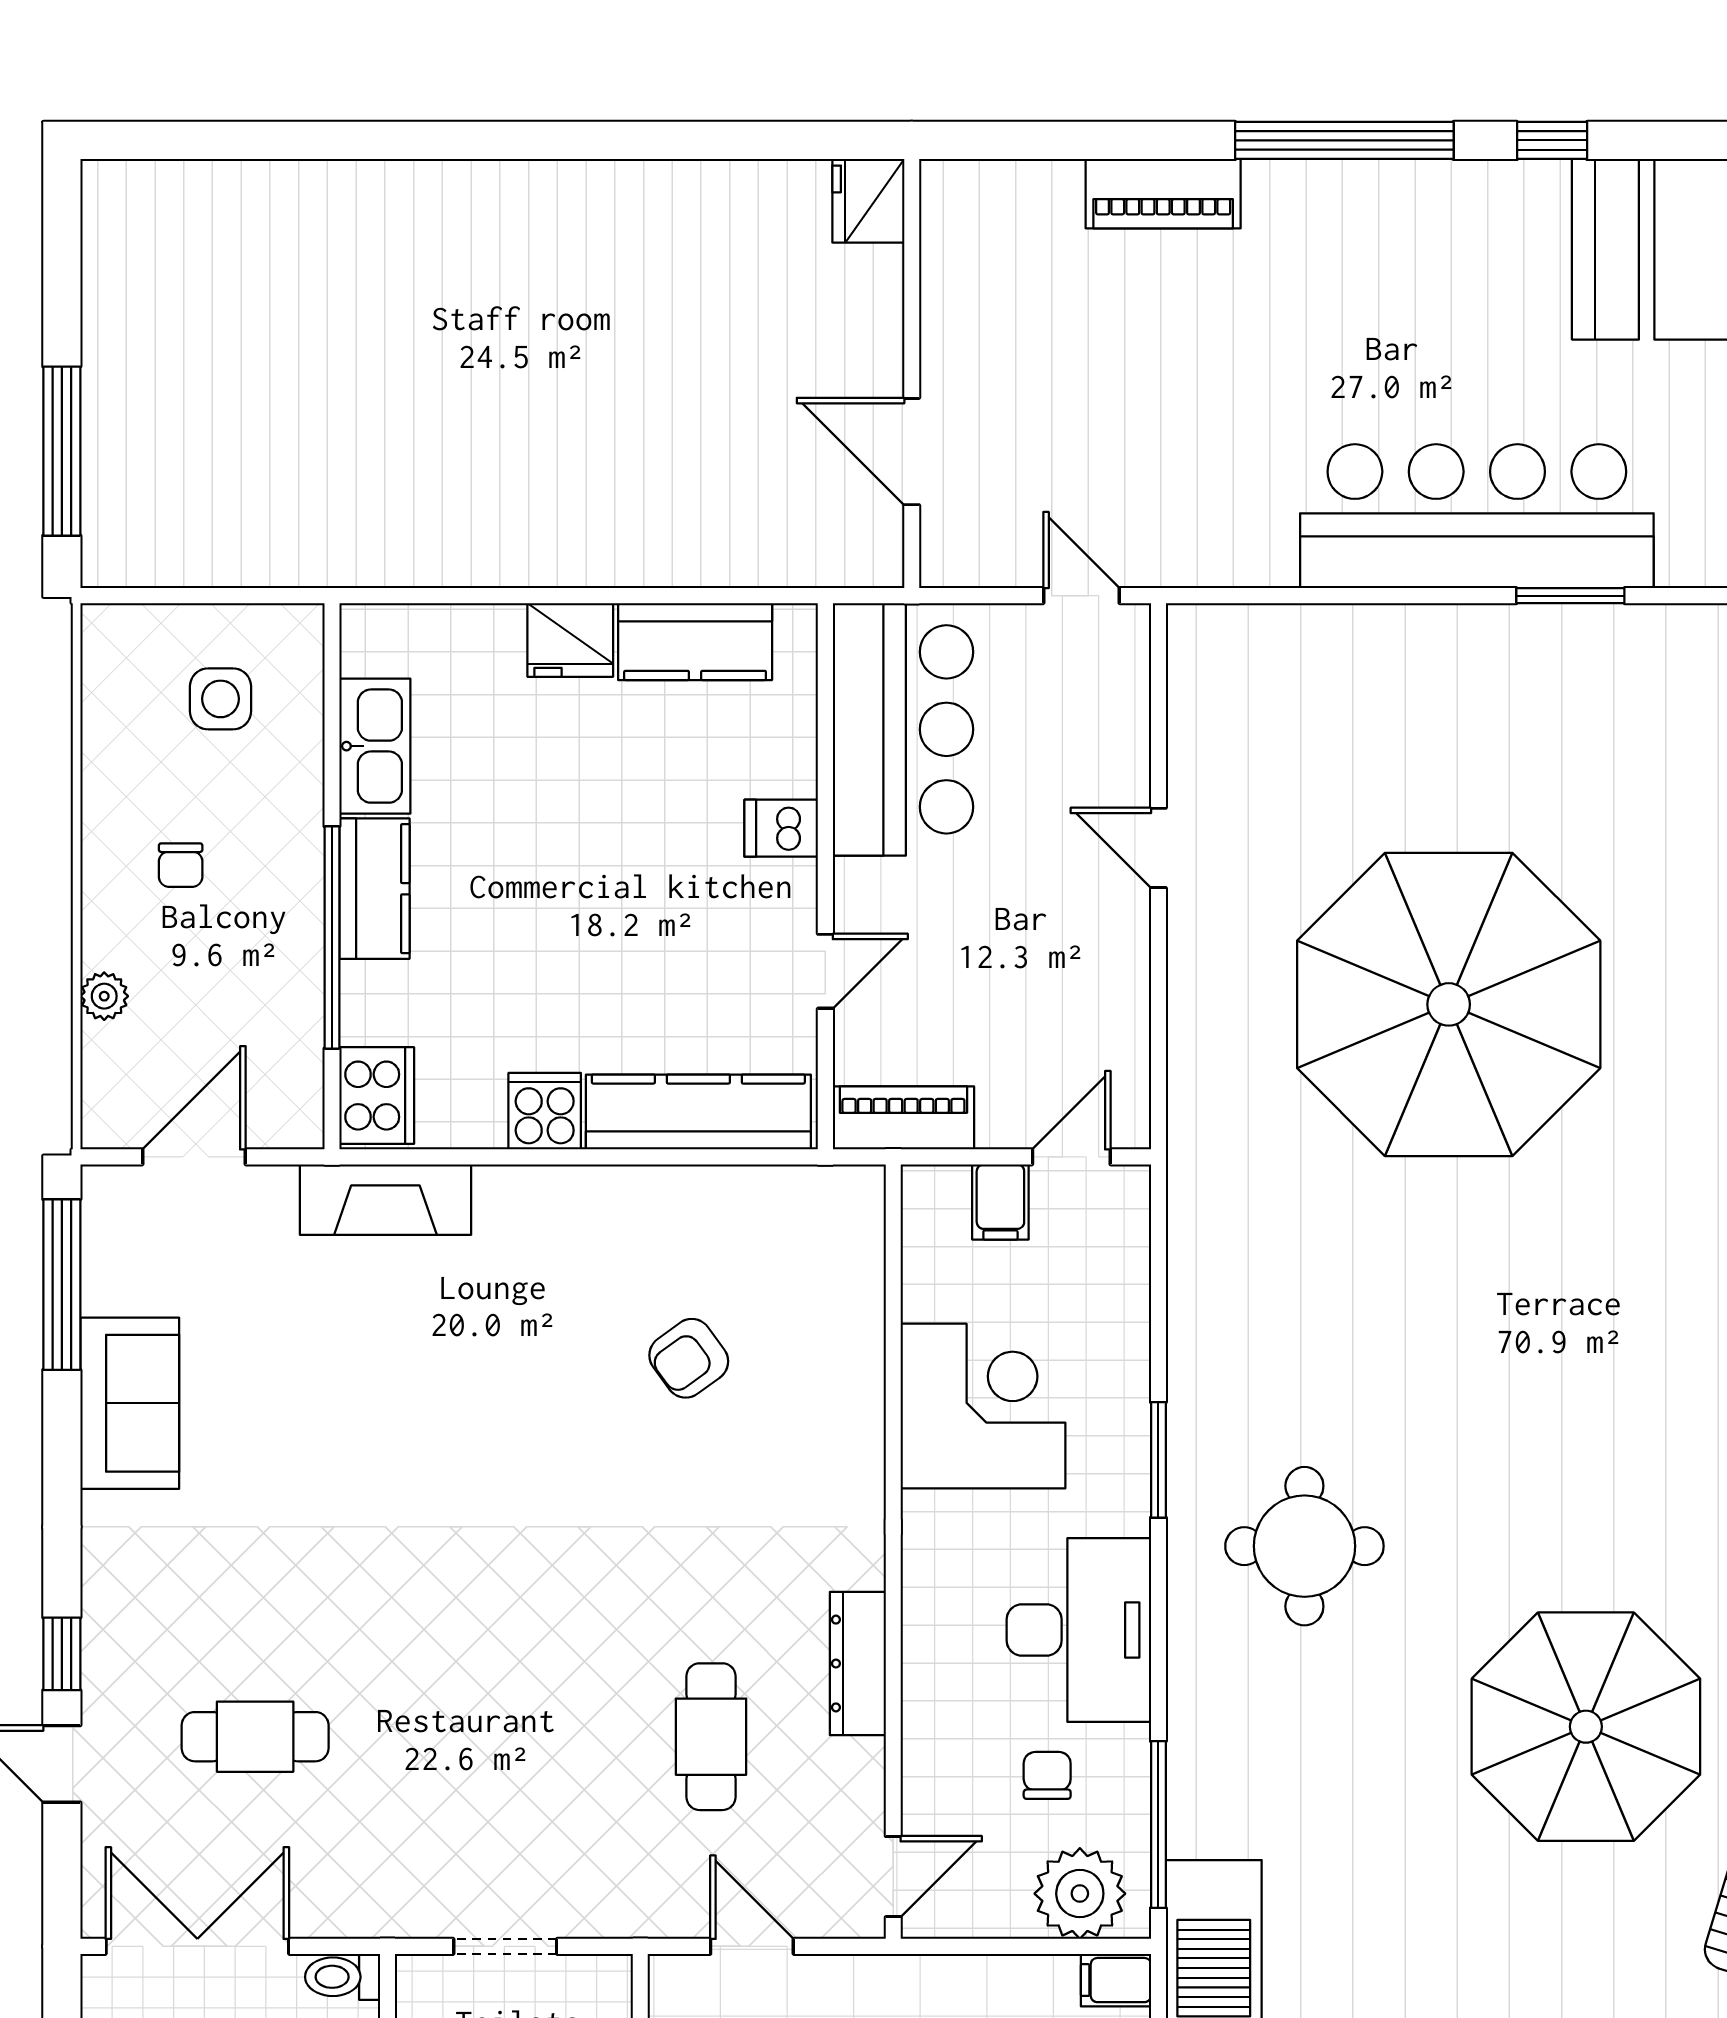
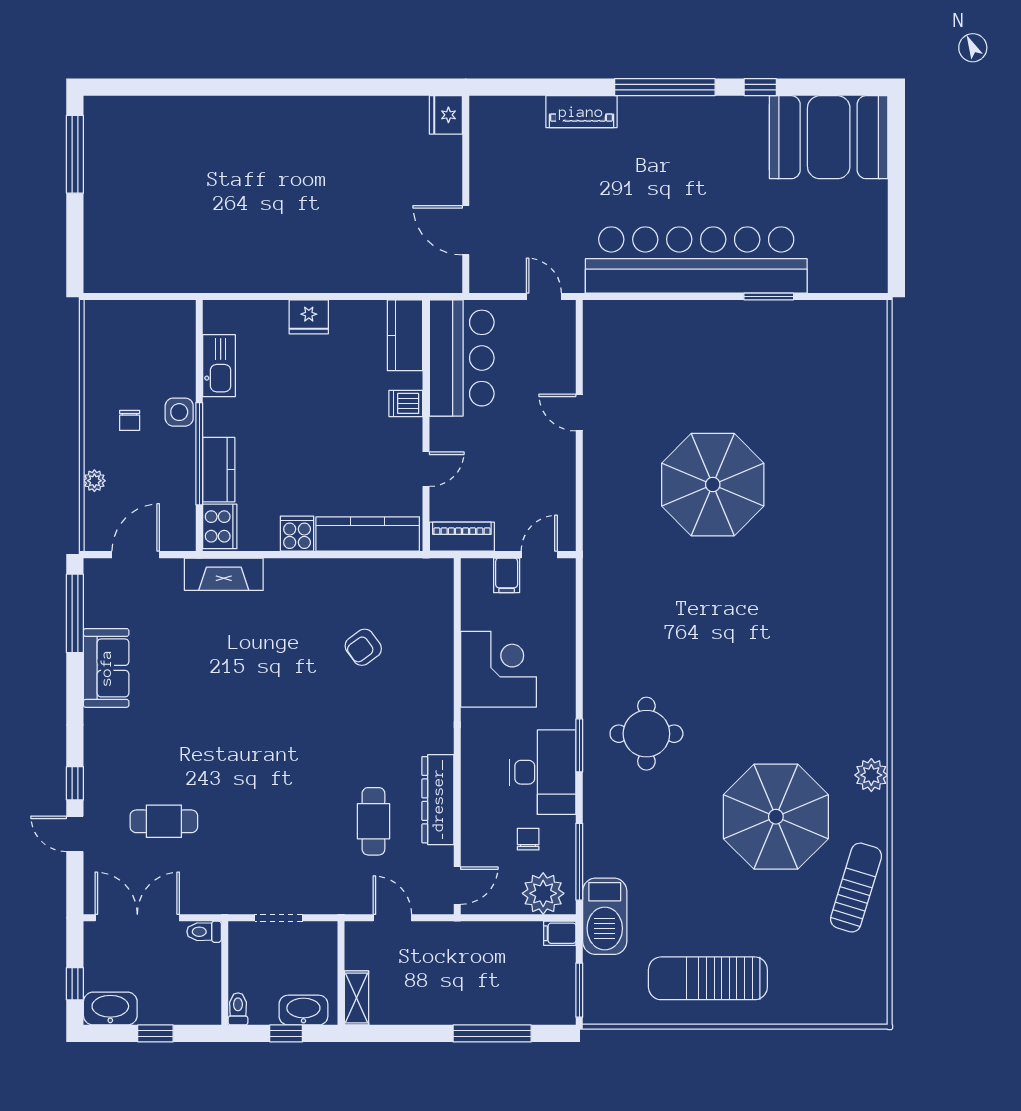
window: (62, 451) -> (75, 154), moved
bar counter: (1477, 516) -> (696, 260), width x1.36
kitchen counter: (695, 642) -> (405, 335), moved, turned 90
side table: (221, 699) -> (179, 412), moved
kitchen counter: (374, 889) -> (219, 470), moved
parasol: (1449, 1004) -> (713, 485), width x0.73, depth x0.73
window: (1158, 1460) -> (579, 745), moved
dresser: (858, 1664) -> (438, 800), width x1.37, depth x1.24

